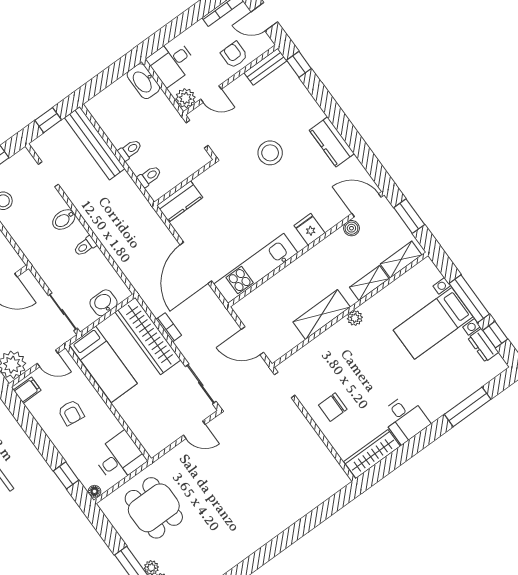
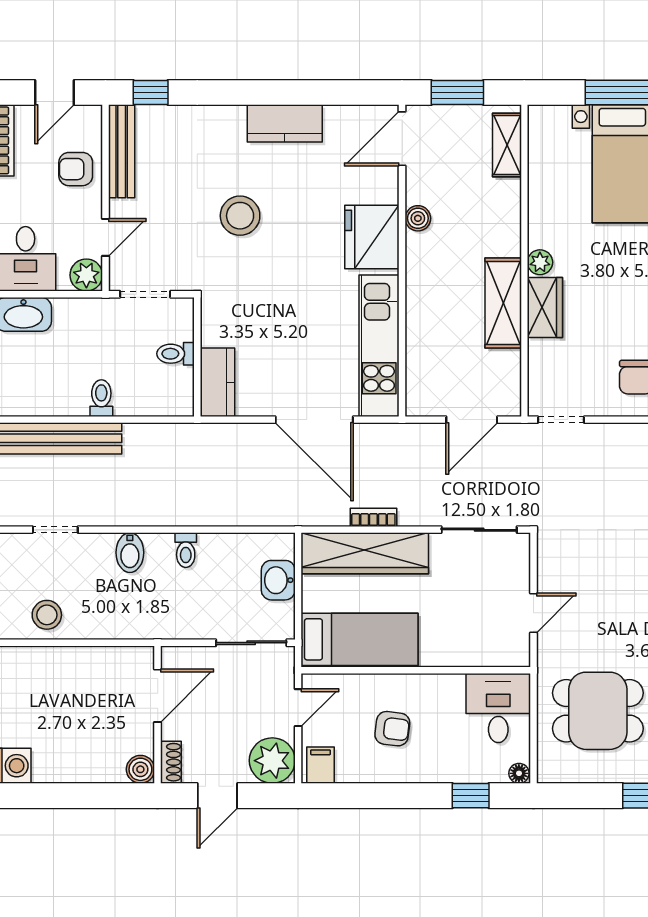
bench: (266, 67) -> (122, 151), width x1.36
toilet: (149, 176) -> (176, 354), moved, turned -90
boiler: (351, 228) -> (418, 218), moved
fridge: (309, 229) -> (372, 237), width x1.88, depth x1.34
shelving: (369, 283) -> (508, 210), removed
wardrobe: (334, 337) -> (545, 307), added
door: (194, 430) -> (533, 613), moved

